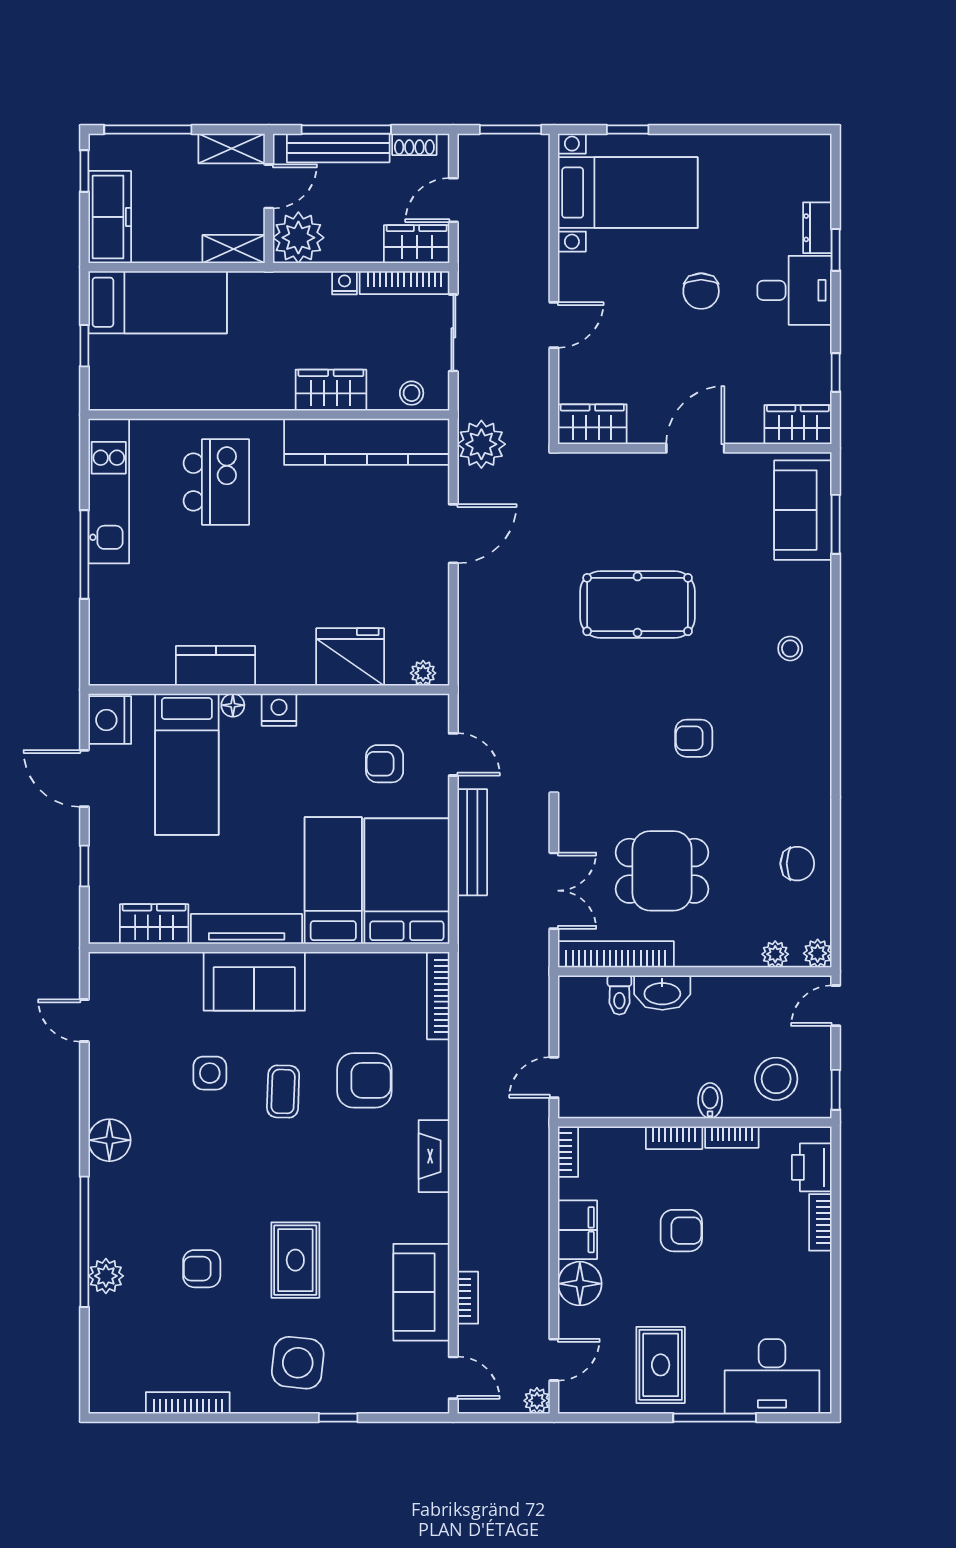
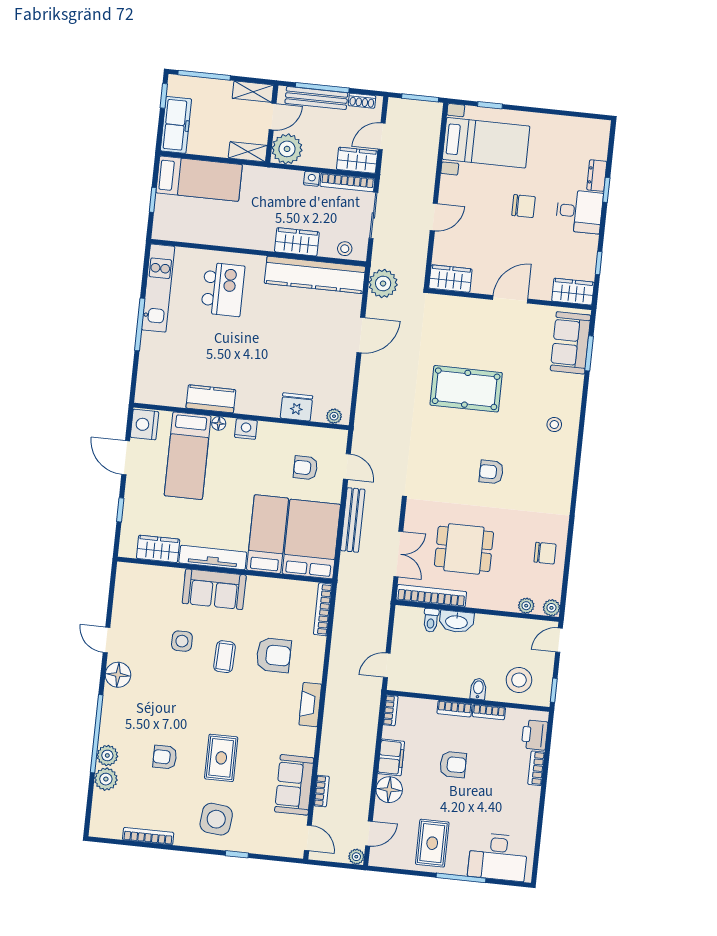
chair: (701, 291) -> (524, 206), turned -90
fridge: (350, 657) -> (296, 407), width x0.73, depth x0.75
door: (84, 1021) -> (107, 640), moved
plant: (108, 1315) -> (106, 779), added

